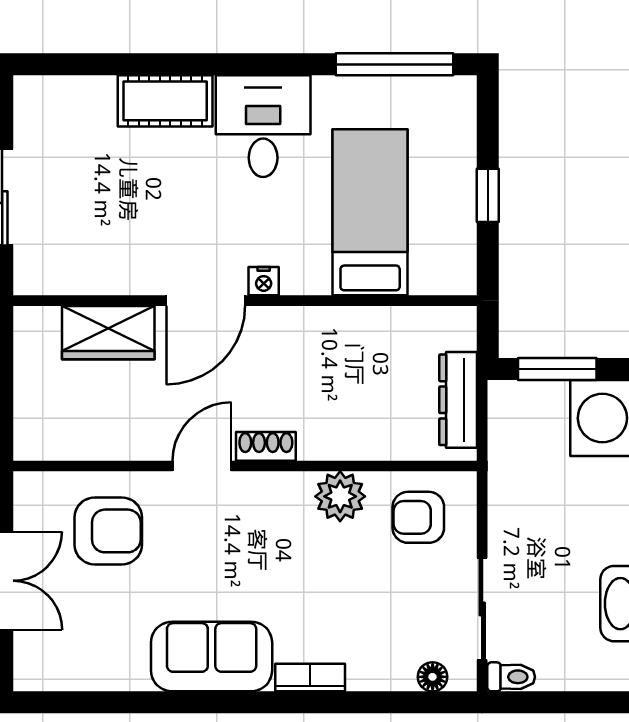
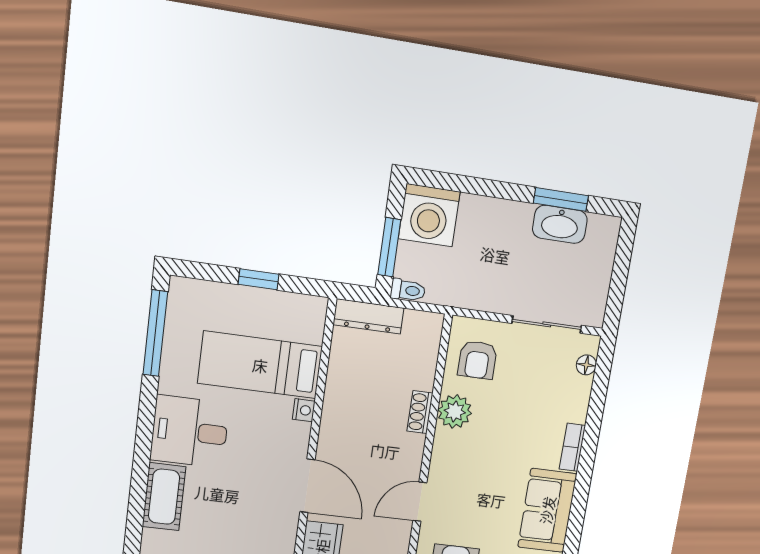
nightstand: (264, 281) -> (304, 410), moved
dresser: (458, 400) -> (369, 316), moved
shoe rack: (266, 446) -> (420, 412), moved
door: (202, 466) -> (420, 502), hinge flipped
toilet: (511, 677) -> (408, 290), moved, turned 90

